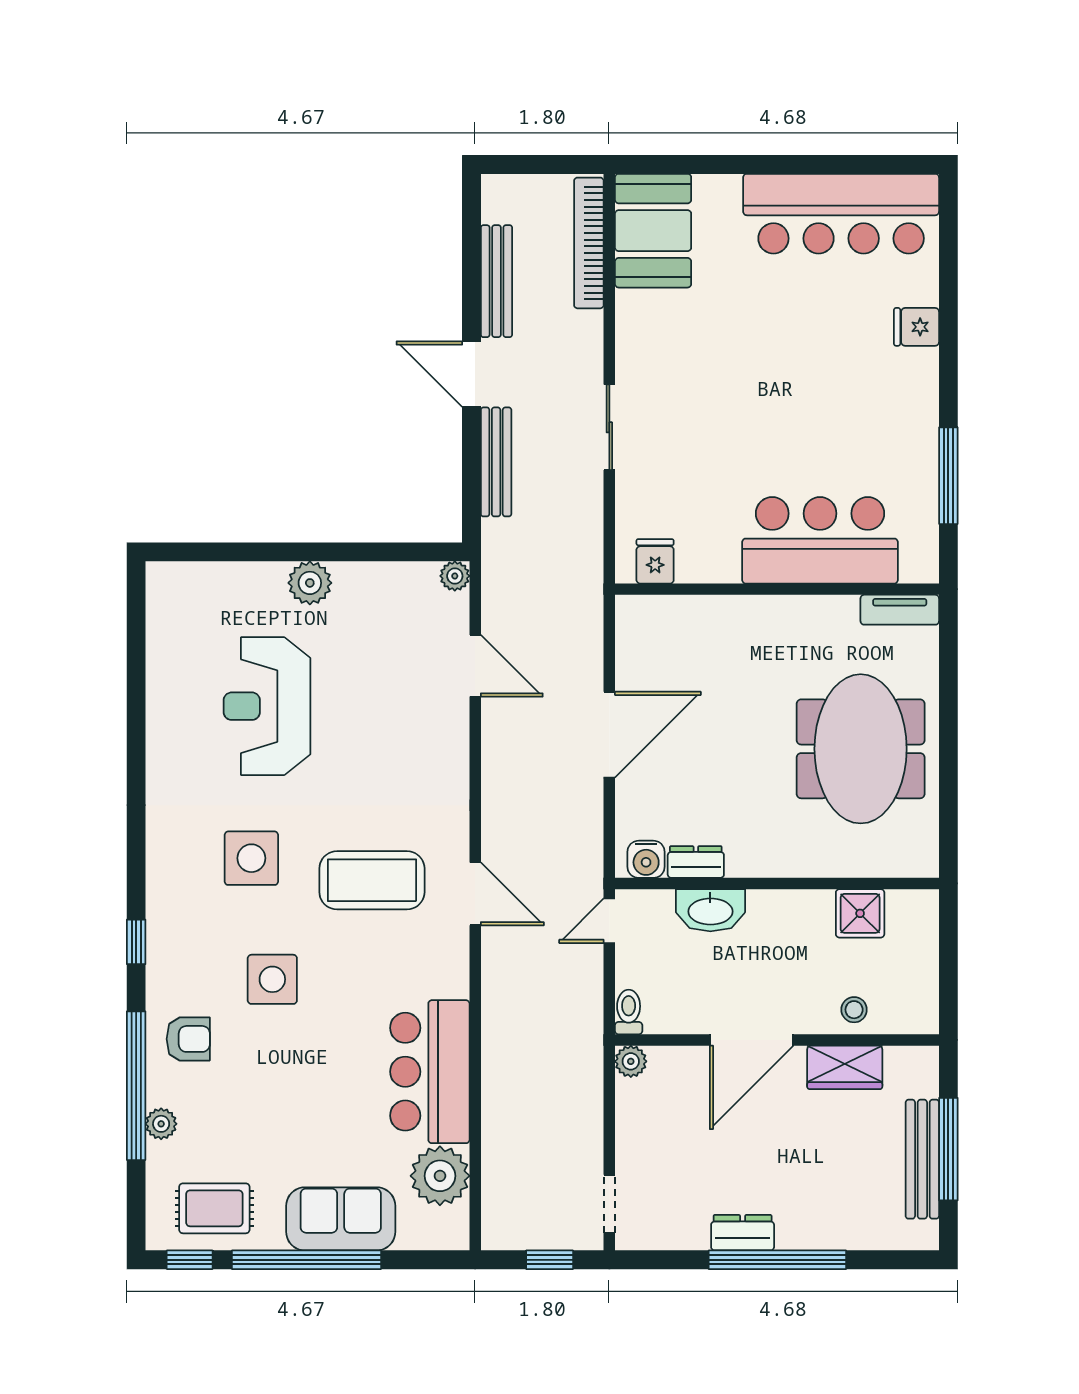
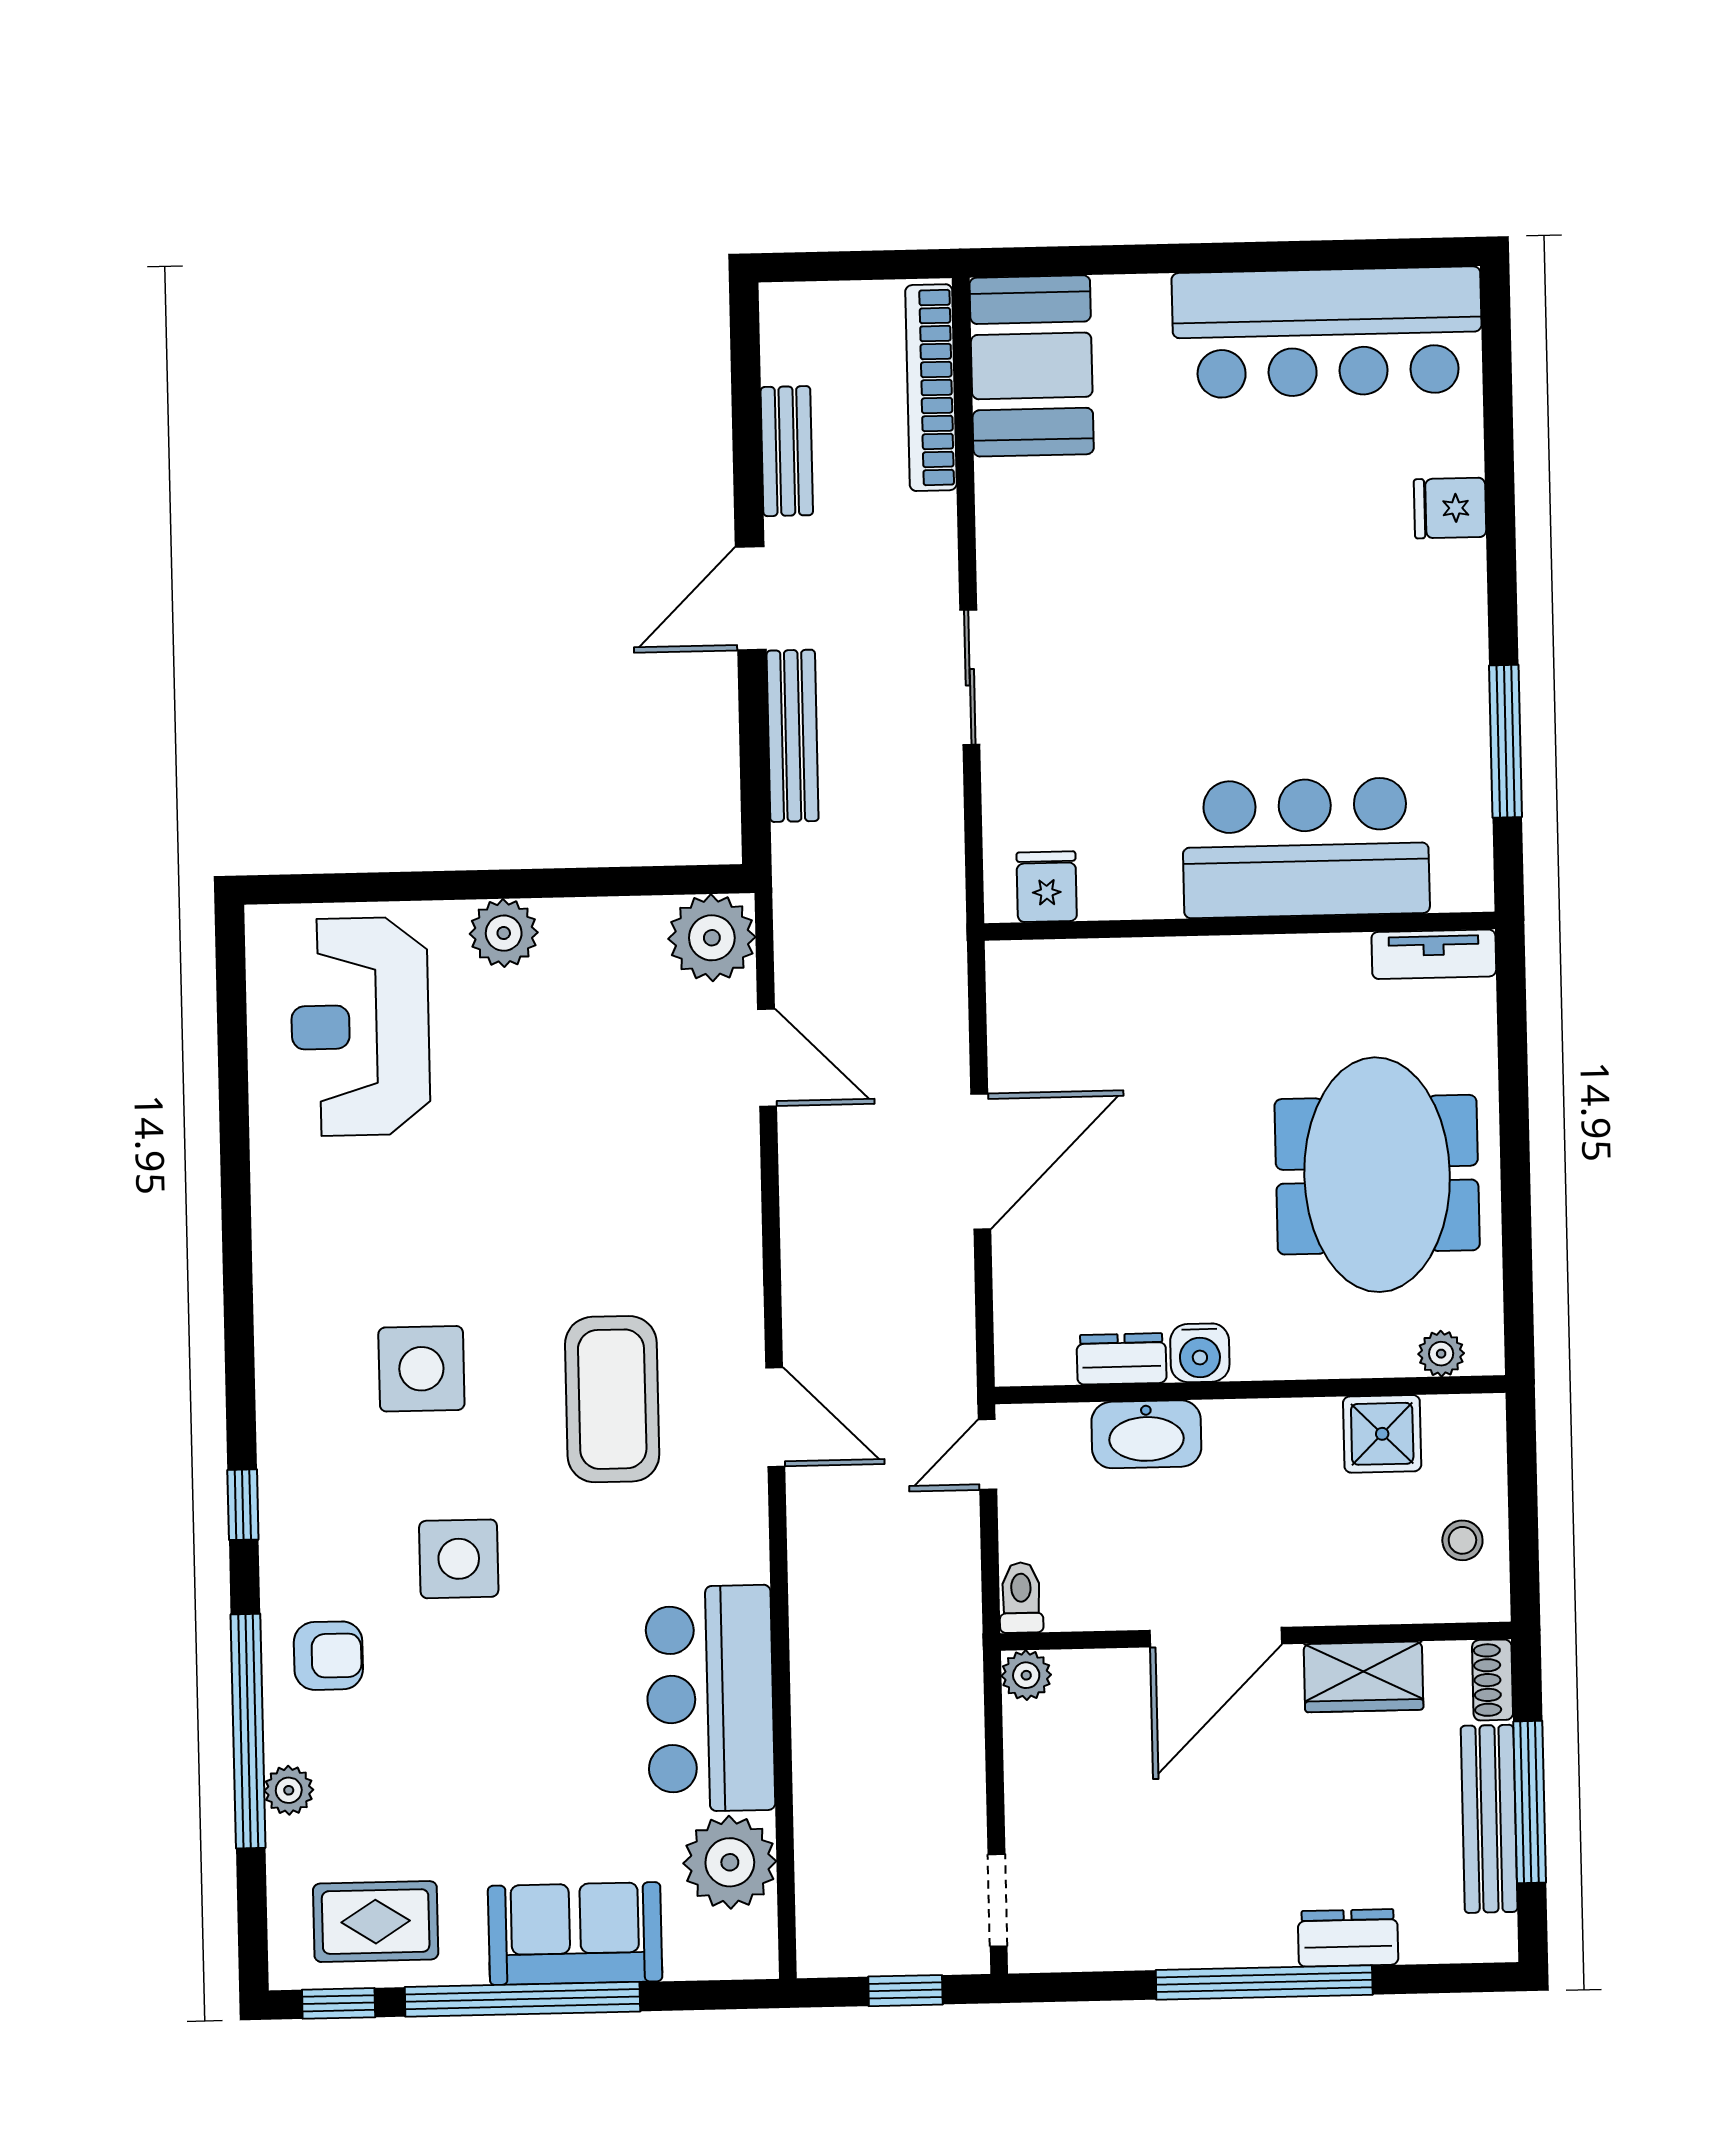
bench: (496, 281) -> (787, 451), width x0.73
door: (471, 374) -> (751, 598), hinge flipped
plant: (455, 576) -> (712, 938), width x1.88, depth x1.88
reception desk: (267, 706) -> (360, 1027), moved
water cooler: (646, 859) -> (1200, 1353), moved
plant: (899, 863) -> (1441, 1354), added
coffee table: (372, 880) -> (612, 1399), turned 90
stool: (854, 1010) -> (1462, 1540), moved
shoe rack: (927, 1071) -> (1493, 1680), added
dresser: (743, 1233) -> (1348, 1938), moved

